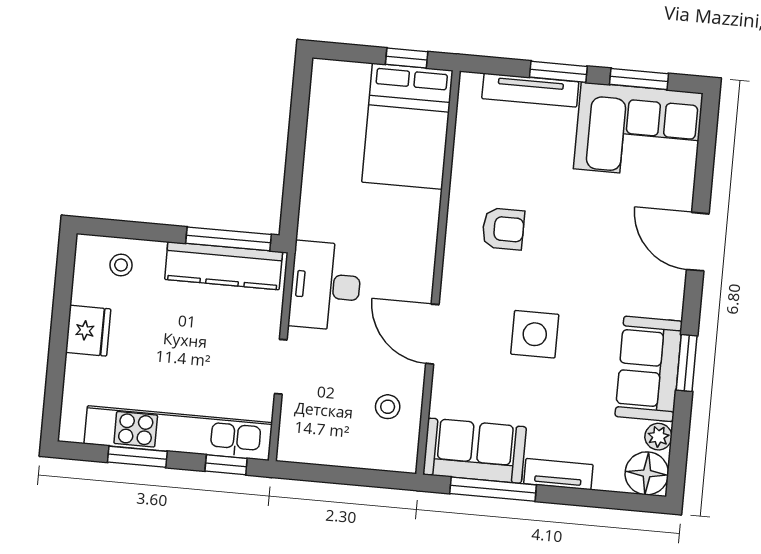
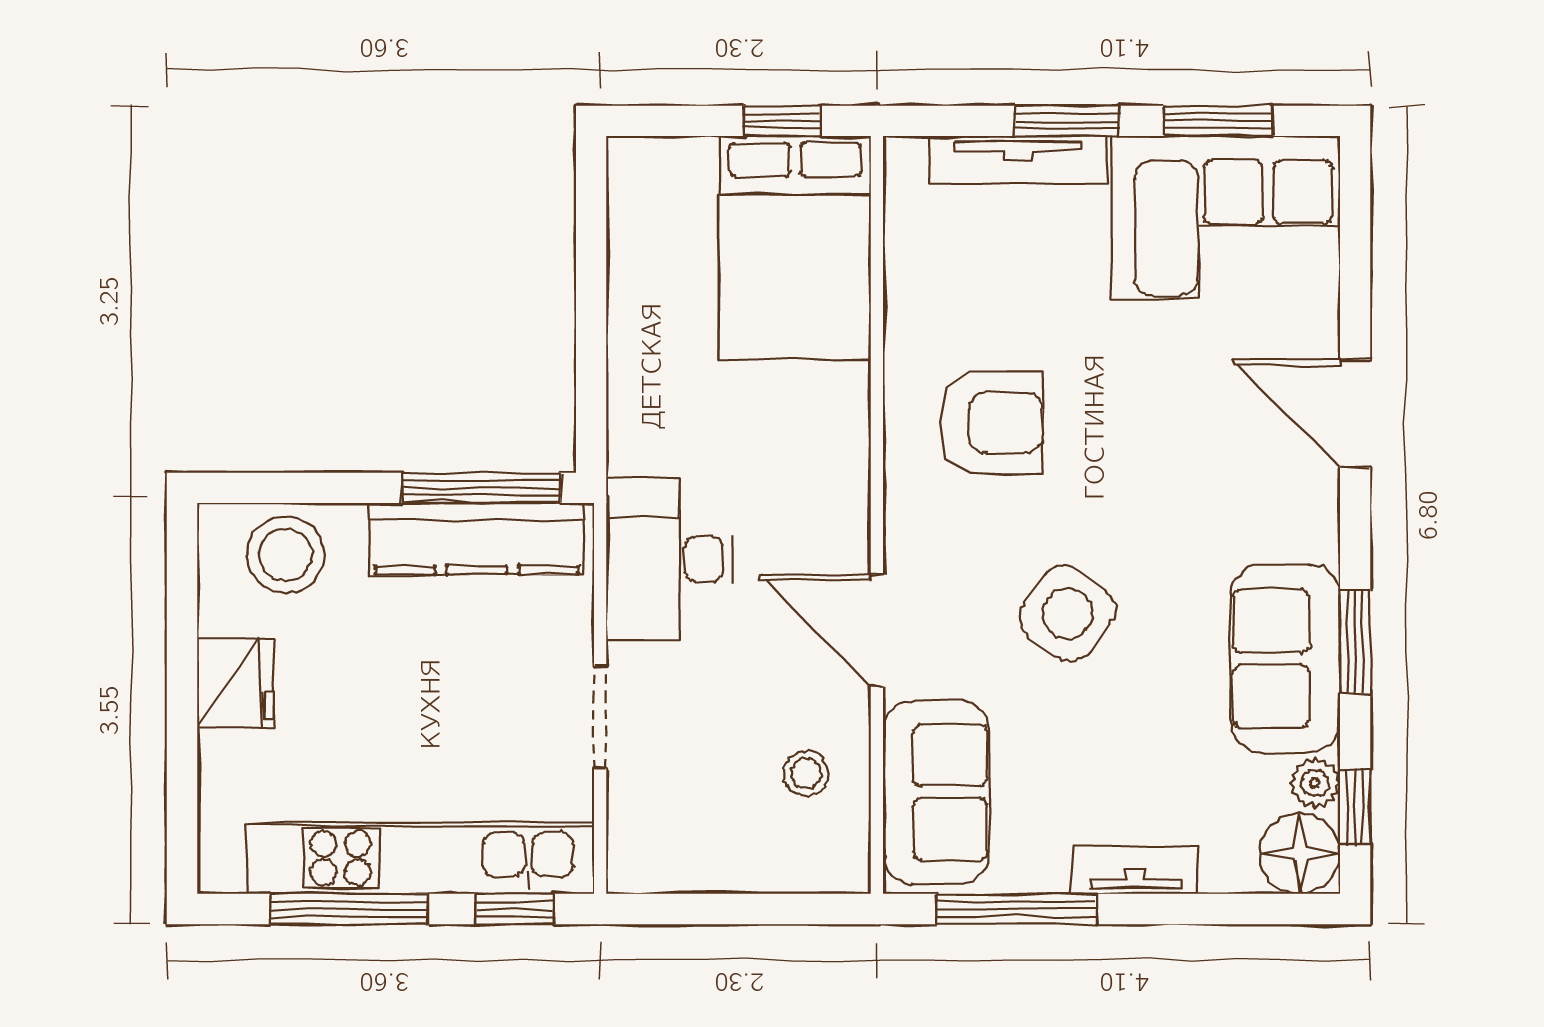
armchair: (503, 229) -> (991, 423), width x1.38, depth x1.38
stool: (121, 265) -> (286, 555), width x1.89, depth x1.89
side table: (535, 334) -> (1068, 614), turned 37
sofa: (475, 451) -> (936, 792), moved, turned 90
window: (679, 451) -> (1355, 807), added
window: (137, 457) -> (348, 909), width x1.44

